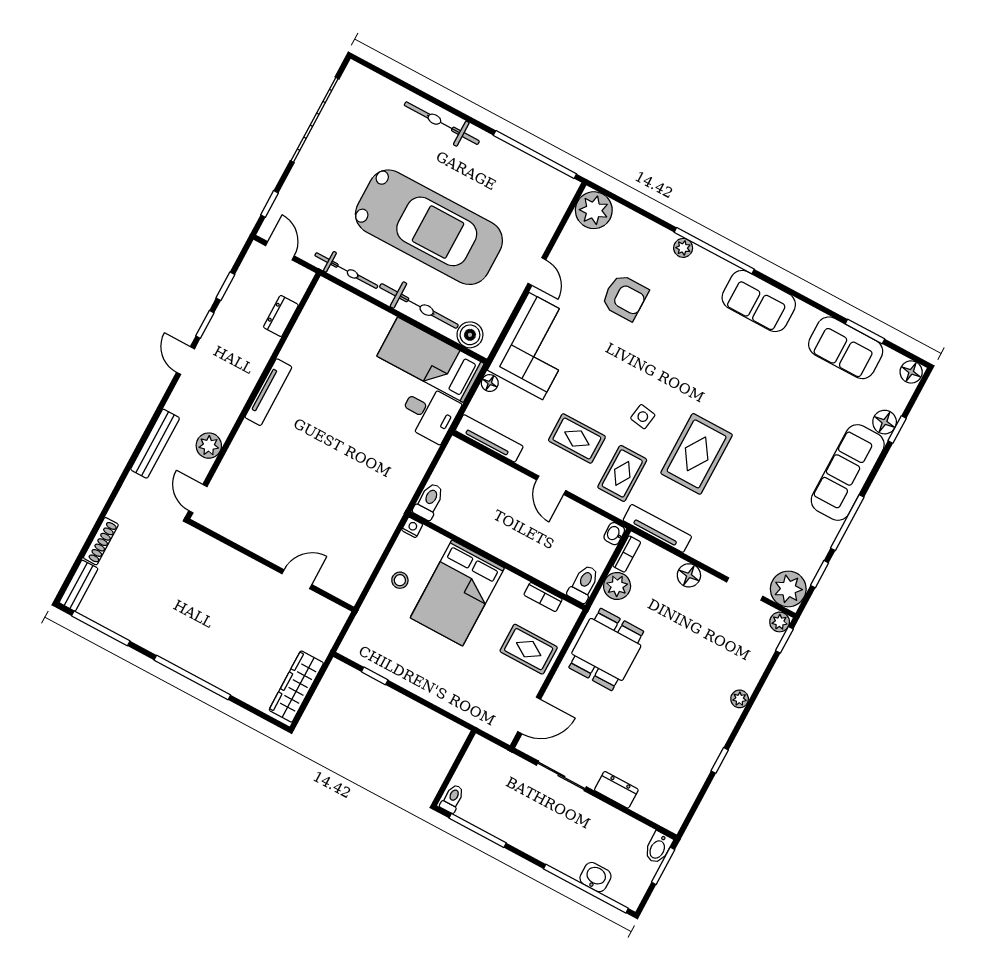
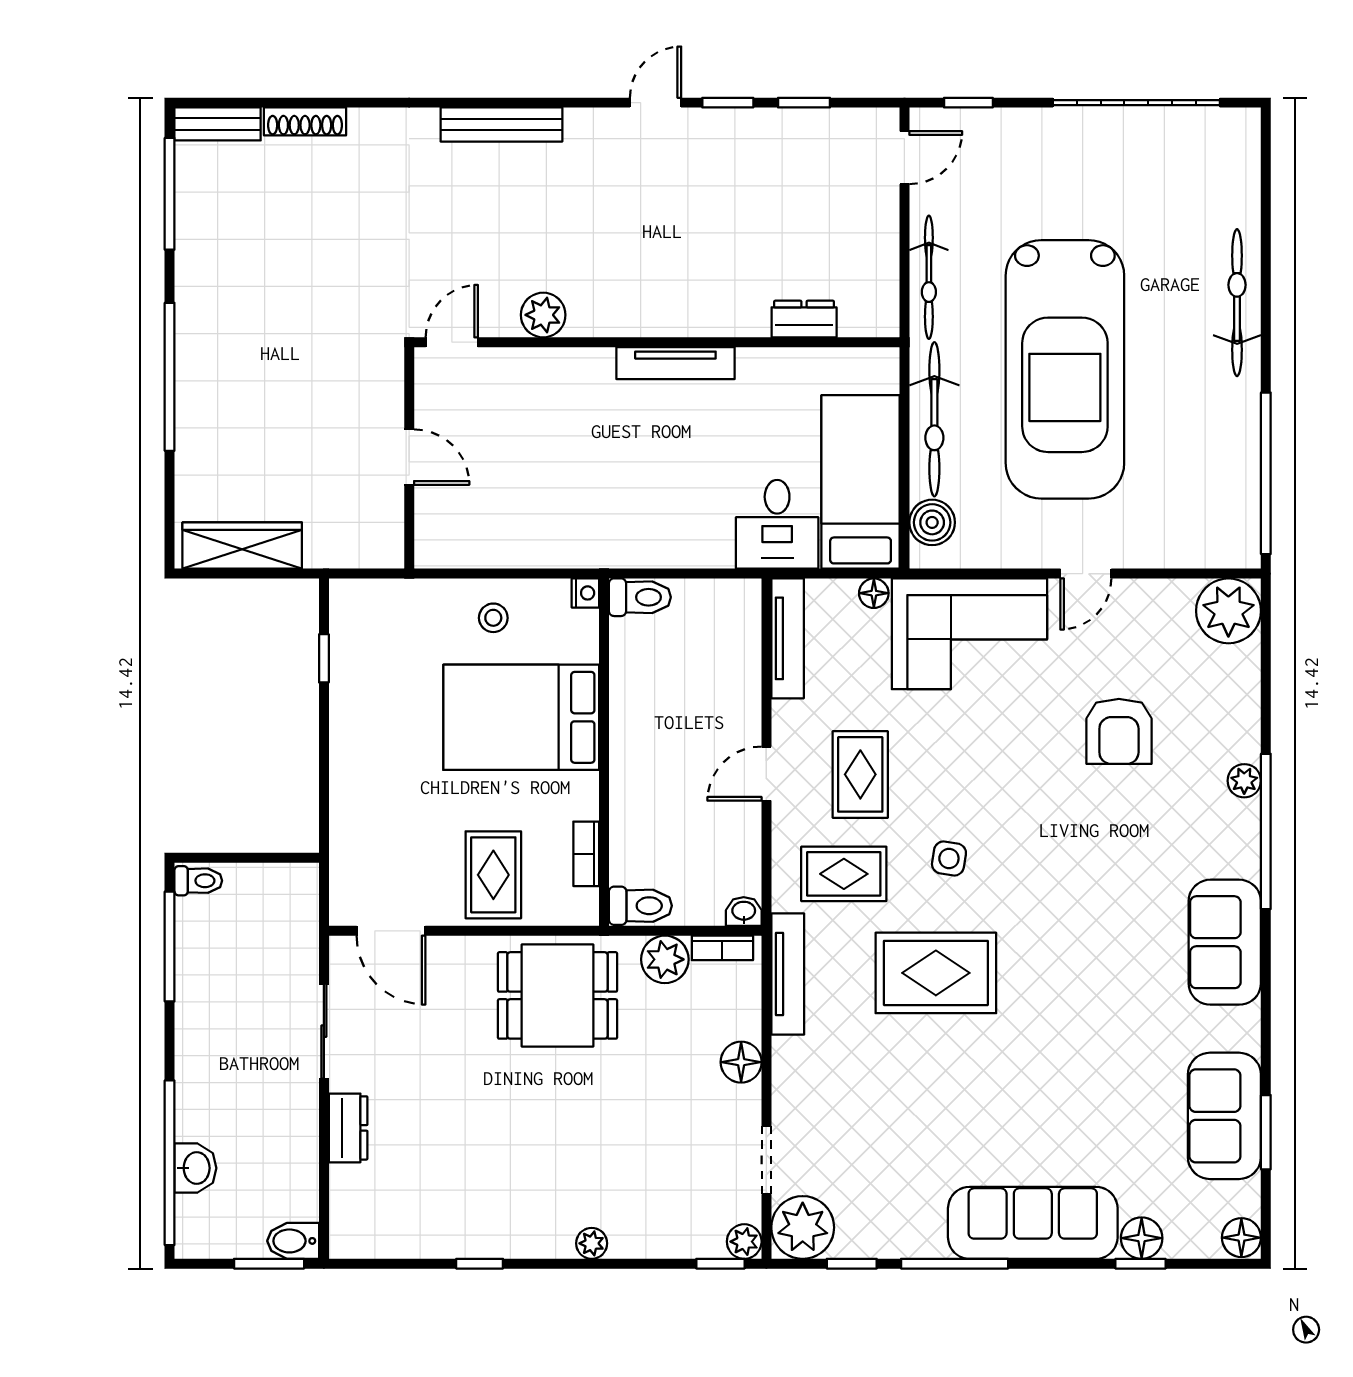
dresser: (281, 316) -> (804, 319), moved
tv unit: (268, 392) -> (675, 363), moved
wall: (253, 396) -> (657, 342), moved
plant: (209, 446) -> (543, 315), moved
door: (198, 499) -> (452, 342), moved

